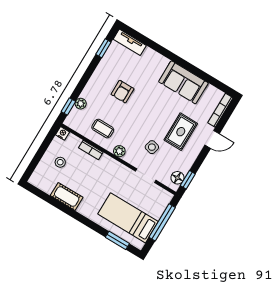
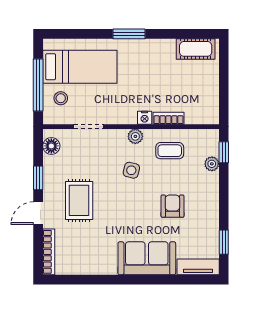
sofa: (183, 82) -> (147, 258), moved
nightstand: (63, 133) -> (145, 118), moved
side table: (152, 147) -> (131, 170), moved
stool: (60, 162) -> (61, 98), moved
window: (188, 180) -> (38, 178), moved
cot: (67, 196) -> (196, 49), moved
window: (117, 240) -> (129, 34), moved

